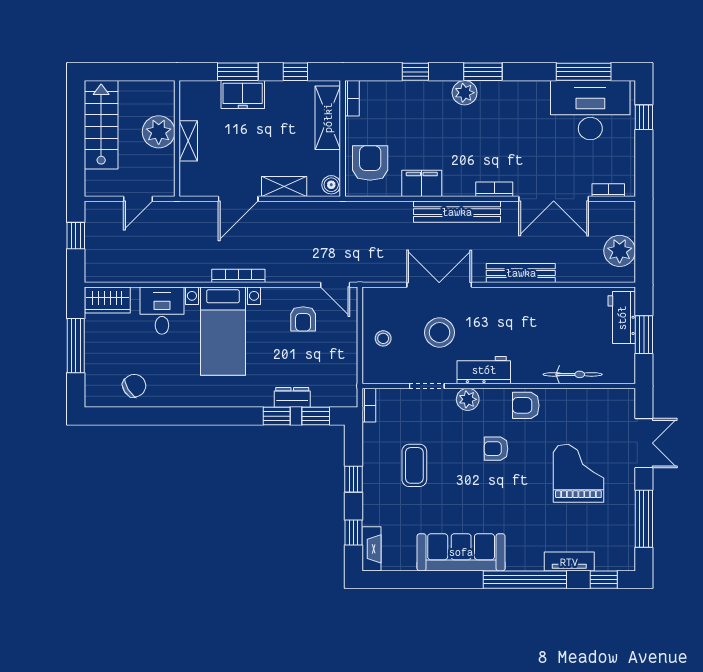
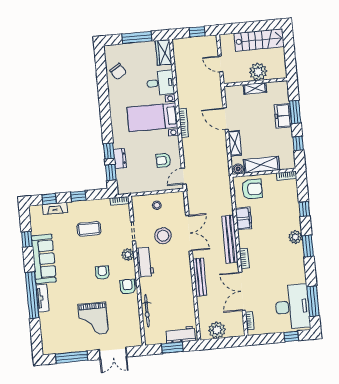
shelving: (328, 118) -> (261, 165), moved
grand piano: (578, 473) -> (93, 319), turned 90
fireplace: (371, 549) -> (55, 208), moved
tv unit: (569, 562) -> (42, 298), moved
window: (604, 580) -> (27, 239), moved

